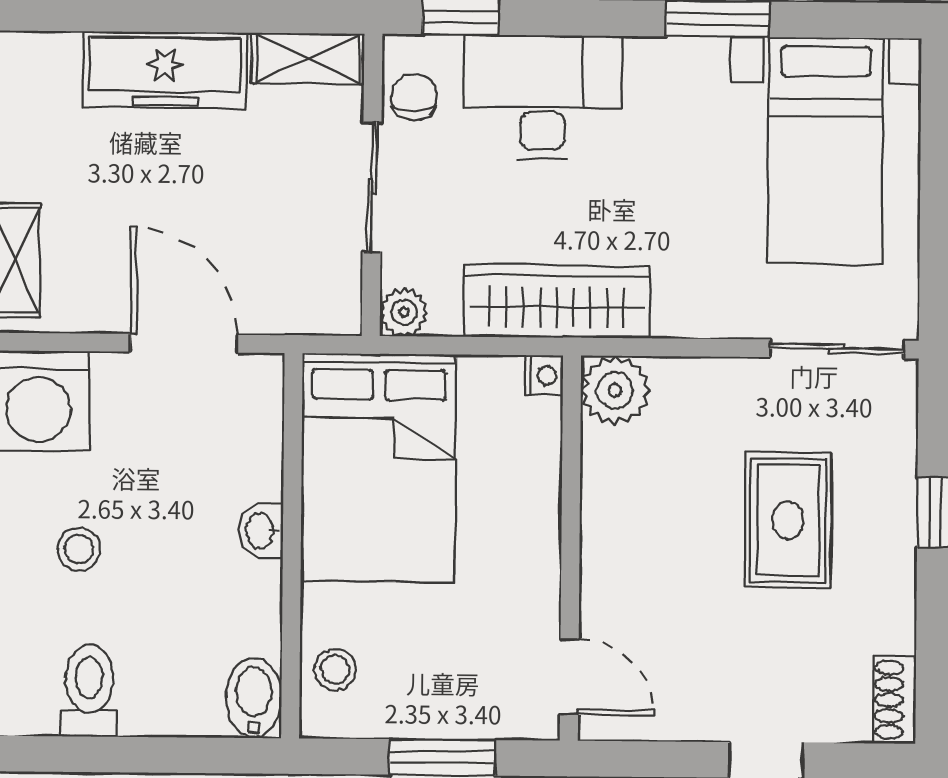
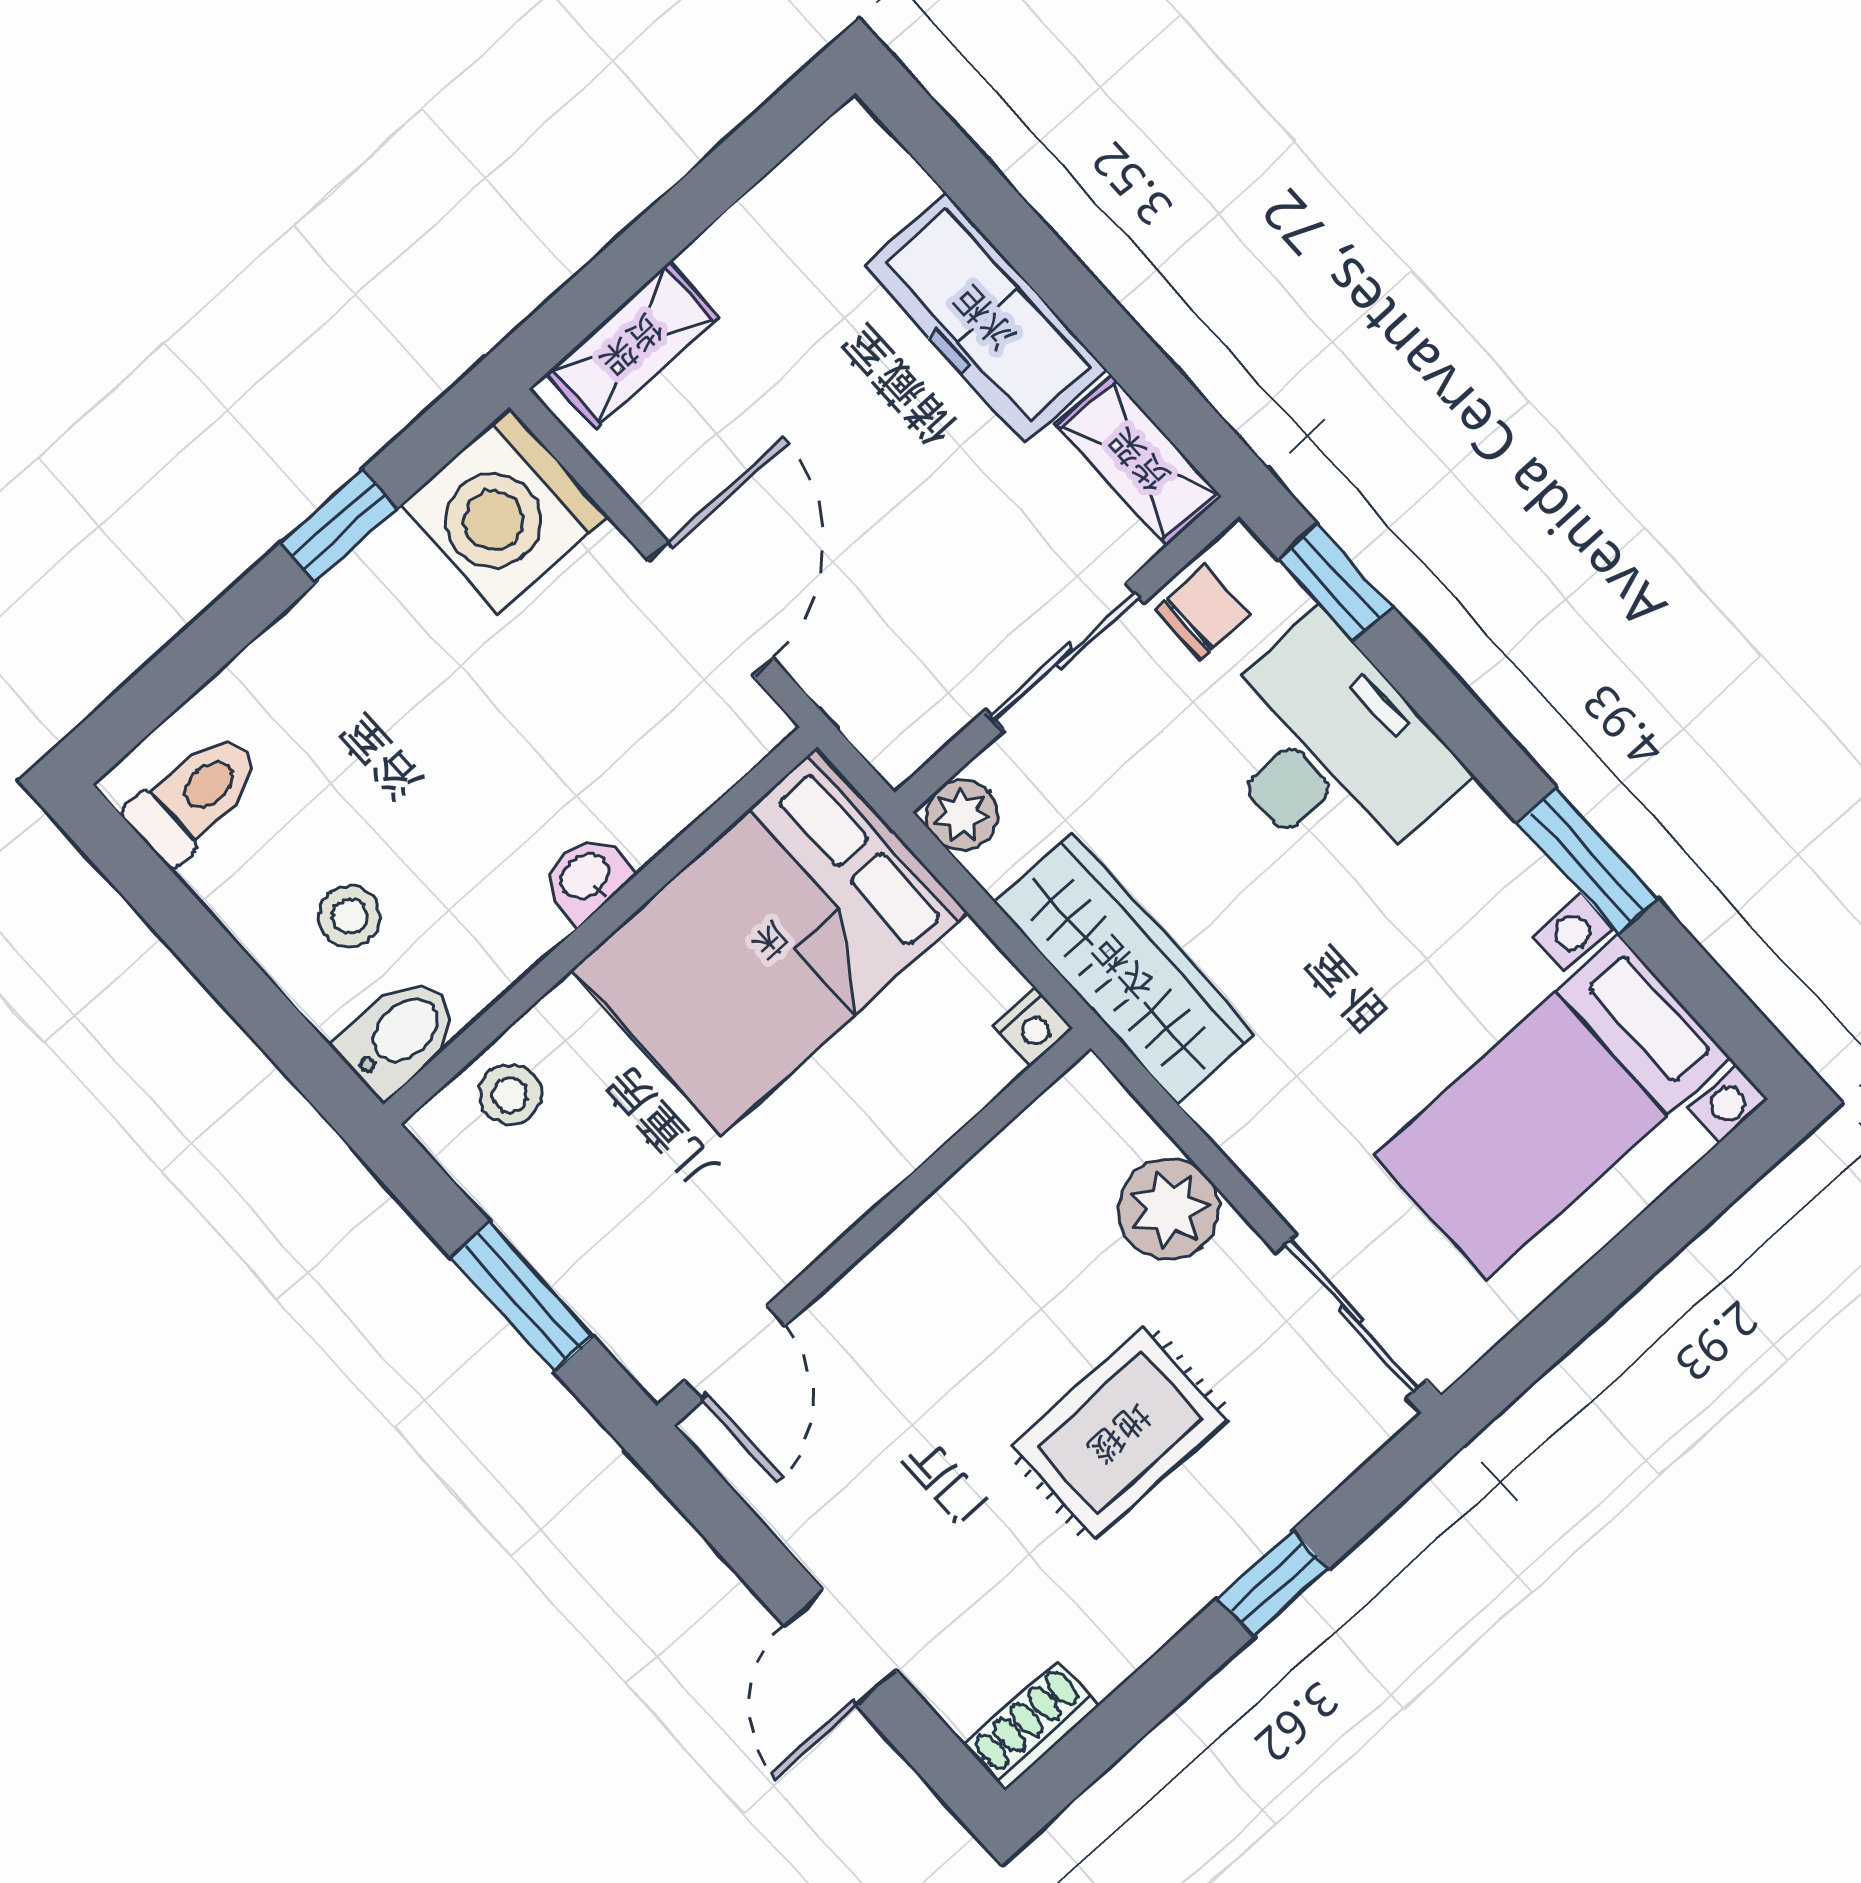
plant: (615, 390) -> (1169, 1209), moved
stool: (79, 549) -> (349, 916), moved
toilet: (89, 690) -> (195, 797), moved

